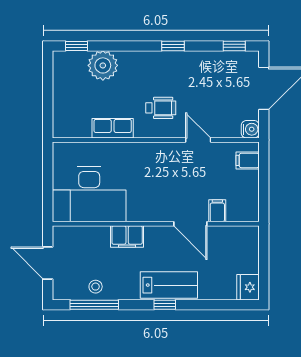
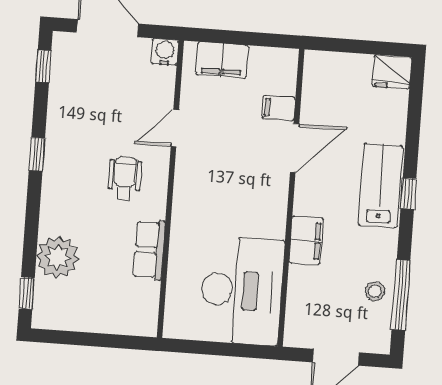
filing cabinet: (248, 160) -> (222, 60), width x2.00

